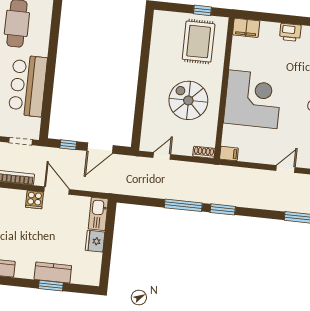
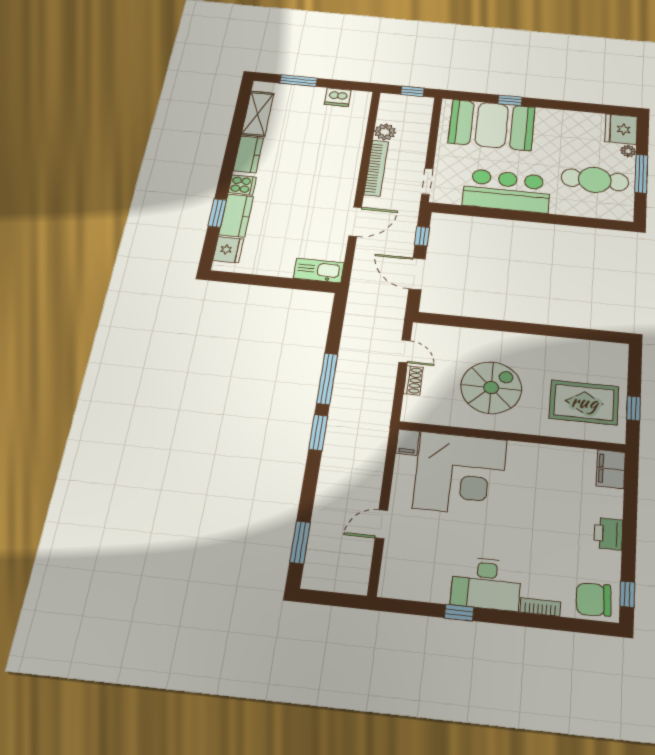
corner desk: (253, 99) -> (460, 474), moved
shoe rack: (204, 152) -> (413, 380), moved
door: (285, 169) -> (381, 524), swing flipped
cooker: (34, 200) -> (242, 185), moved, turned 180
fridge: (95, 241) -> (228, 250), moved, turned 90

